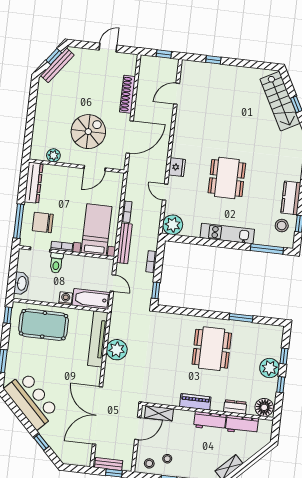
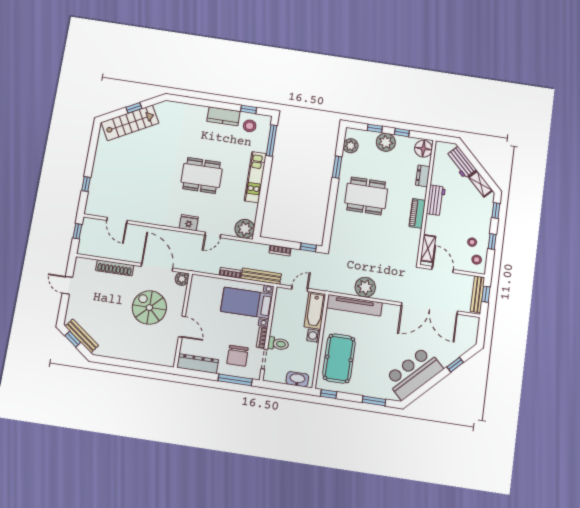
plant: (53, 155) -> (182, 279), moved
door: (95, 168) -> (182, 327), moved
plant: (264, 331) -> (351, 146), added
workbench: (242, 425) -> (461, 162), moved, turned 135
bench: (109, 464) -> (478, 294), width x1.36

